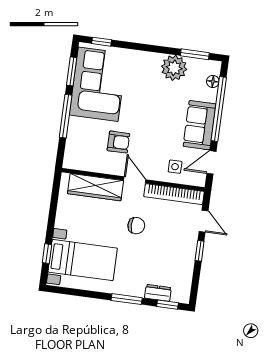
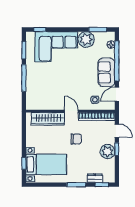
corner sofa: (98, 84) -> (56, 47), moved, turned 90
armchair: (118, 142) -> (58, 89), removed
plant: (184, 253) -> (107, 152), added

